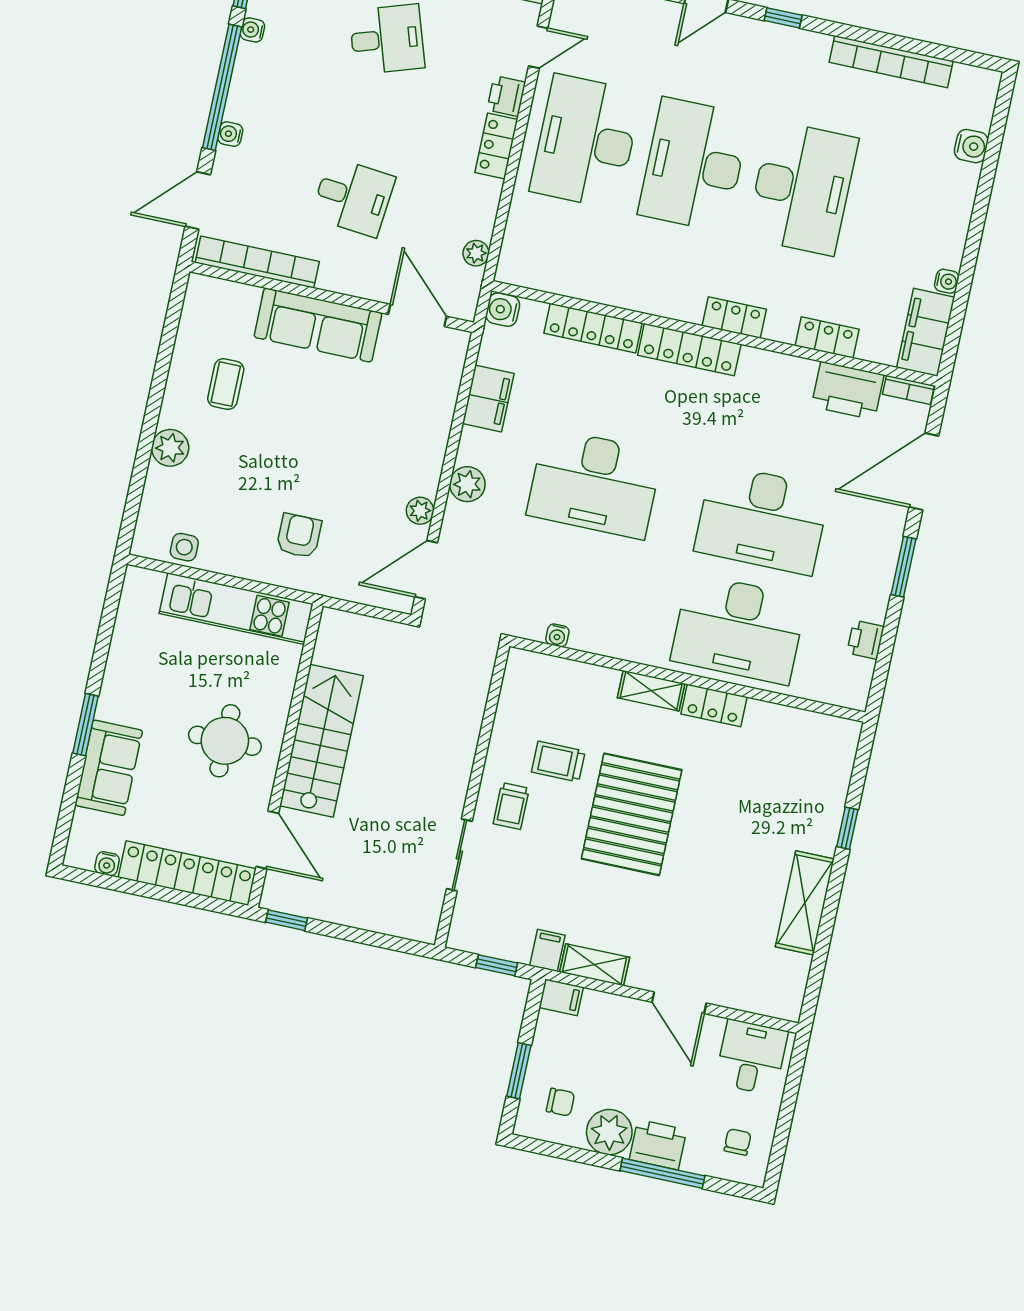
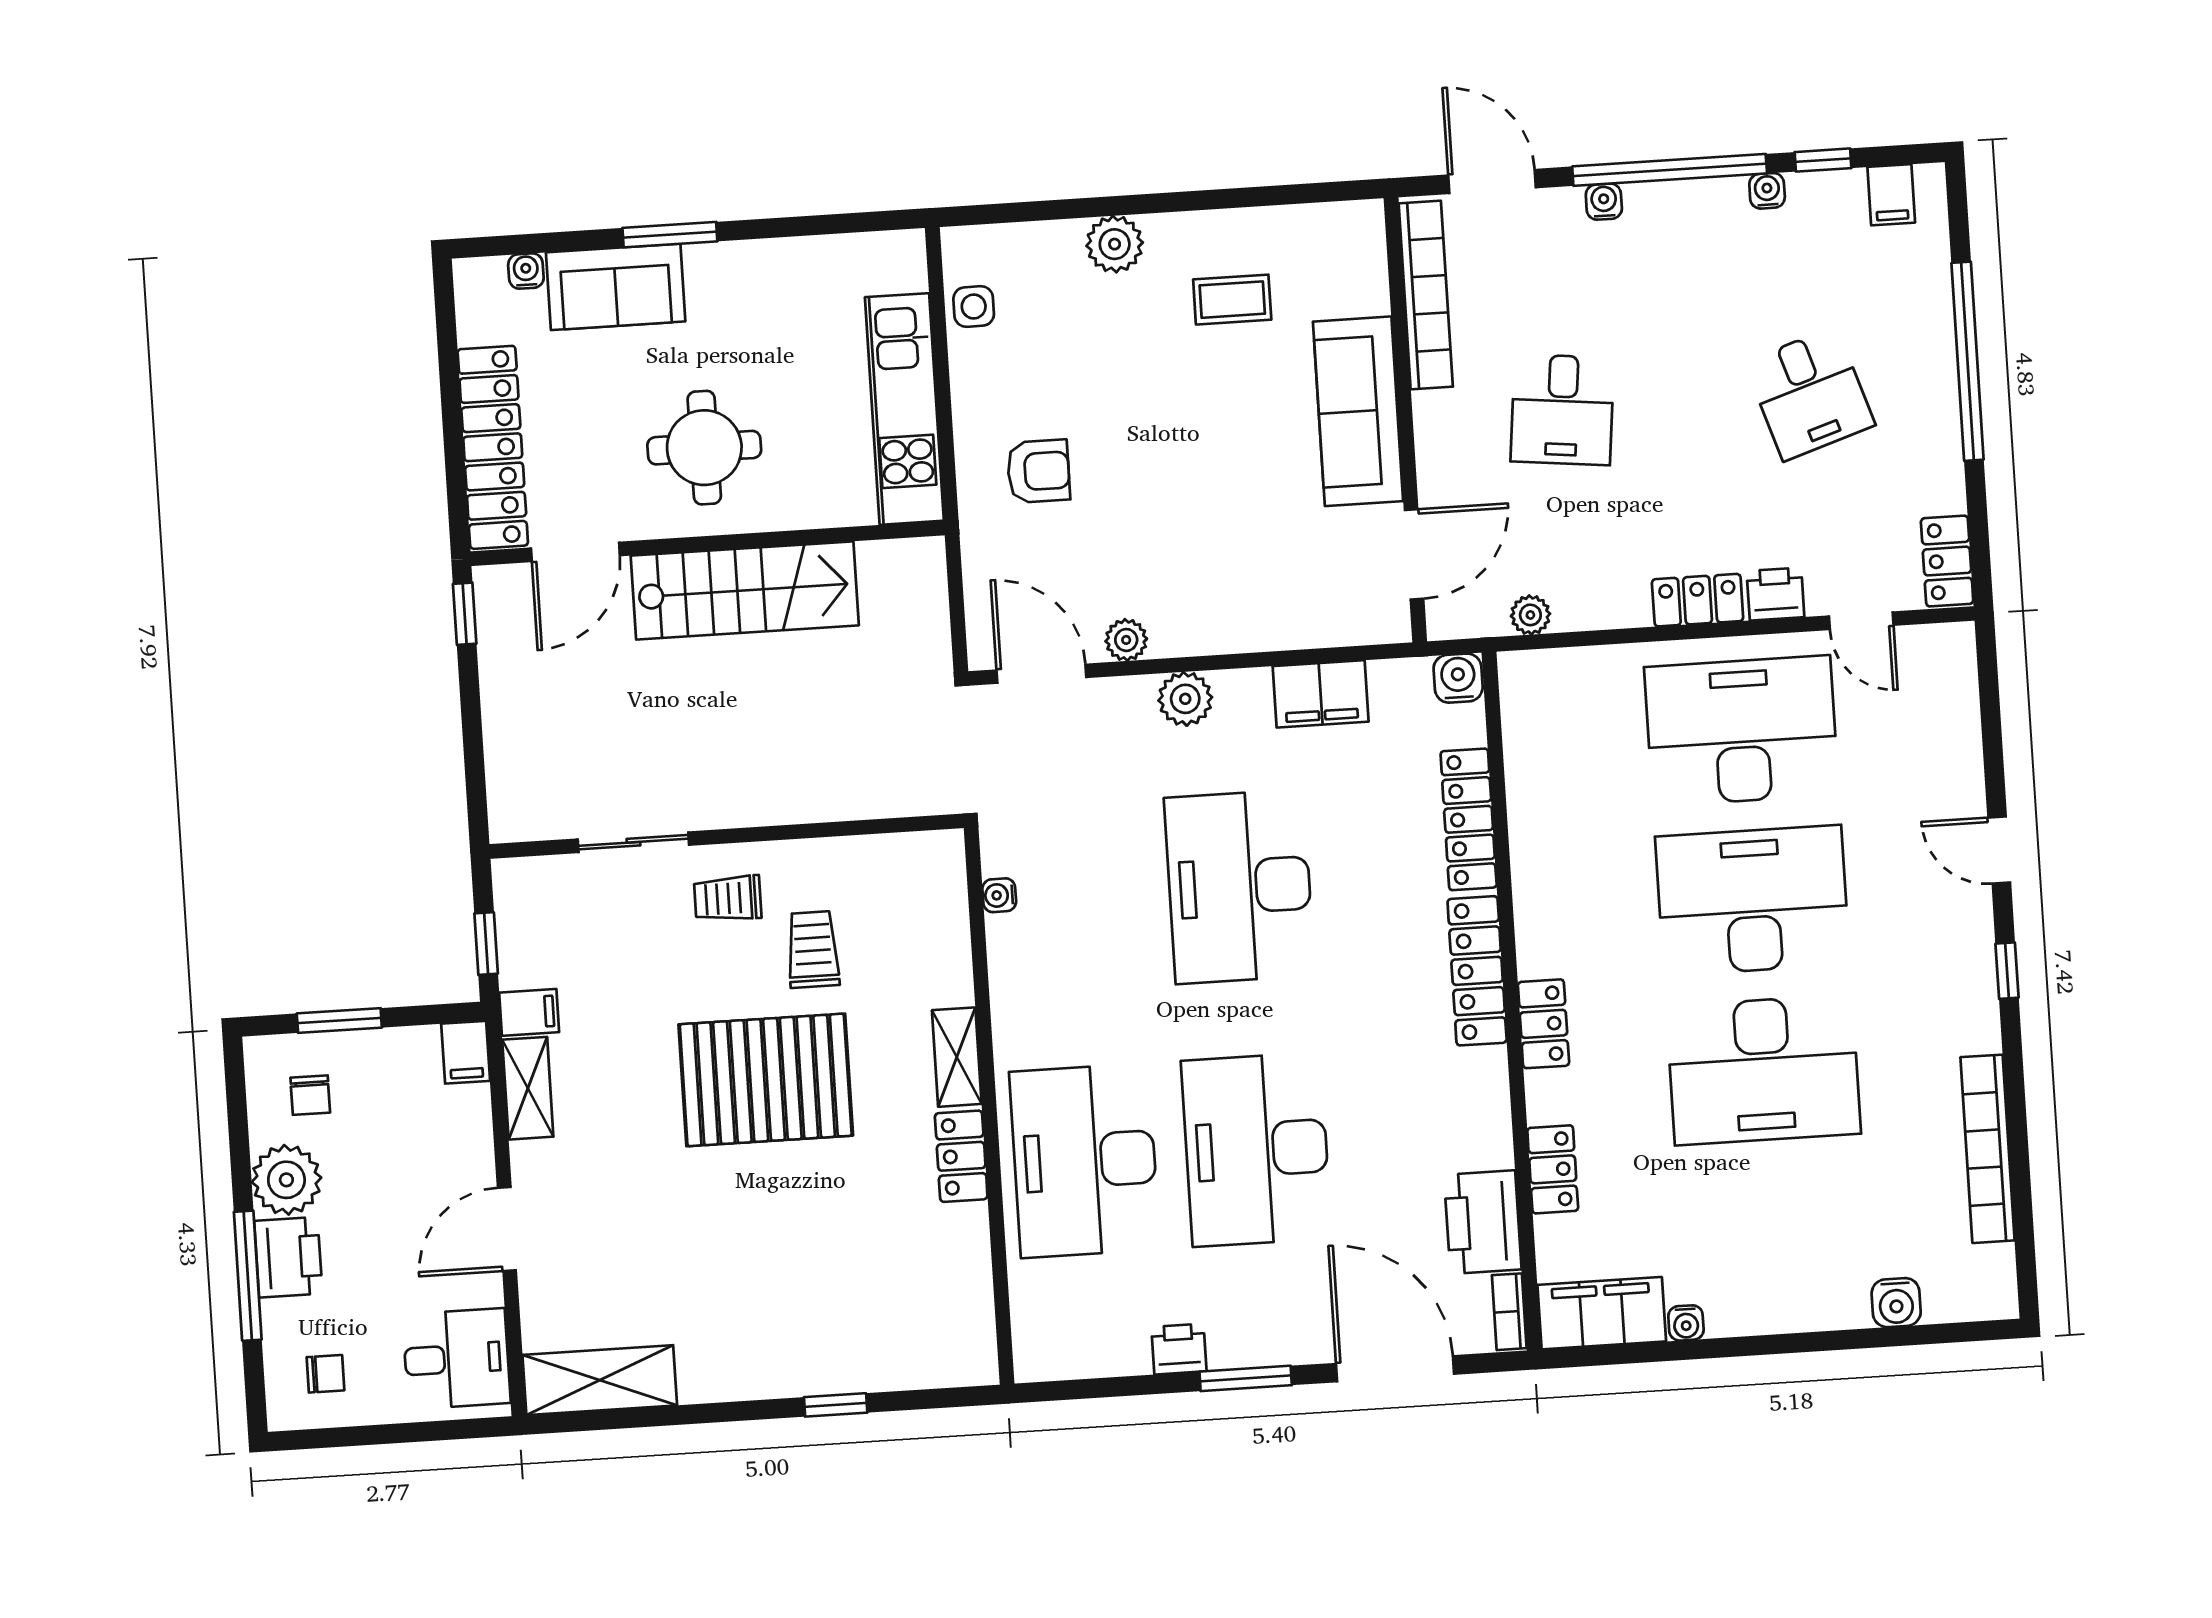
printer: (865, 640) -> (1179, 1349), moved
water cooler: (107, 864) -> (526, 271), moved, turned 90
shelving: (805, 903) -> (600, 1380), moved

